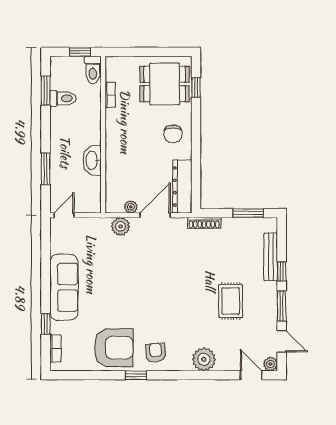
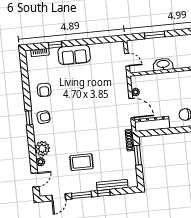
window: (248, 213) -> (138, 155), moved
door: (64, 215) -> (127, 60), moved
plant: (120, 226) -> (122, 87), removed
sofa: (64, 287) -> (74, 55), width x0.73
armchair: (114, 348) -> (44, 90), width x0.53, depth x0.53
plant: (270, 364) -> (41, 162), moved
window: (136, 375) -> (29, 118), moved

